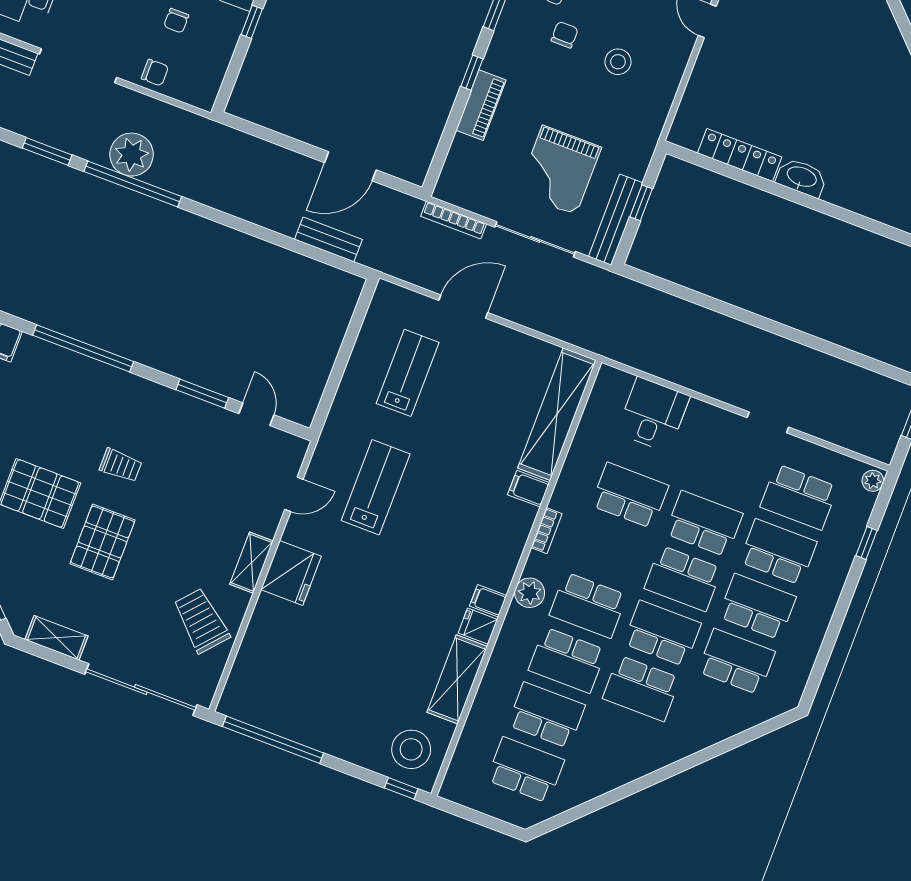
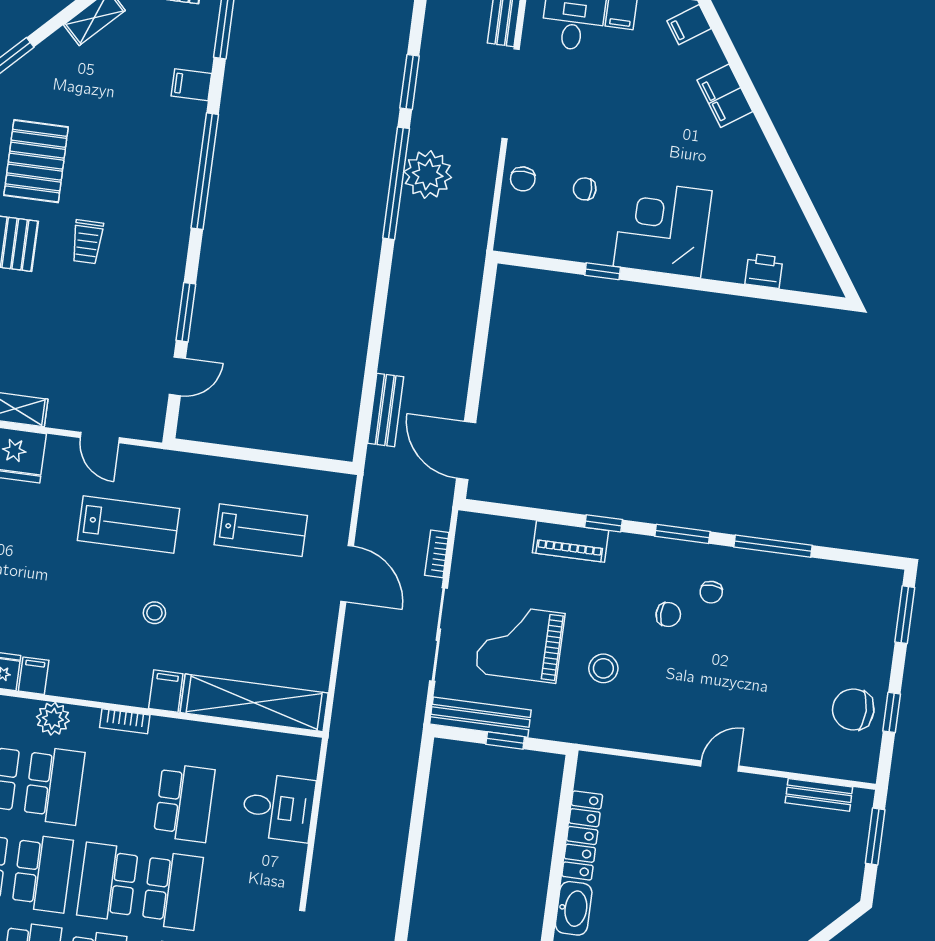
stool: (618, 62) -> (603, 668), moved
door: (350, 166) -> (466, 451), moved
bookcase: (454, 220) -> (437, 554), width x0.64
stool: (458, 483) -> (154, 613), added
school desk: (588, 605) -> (54, 785), turned 180

